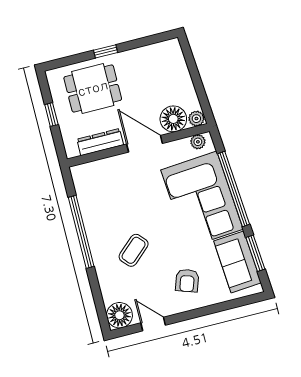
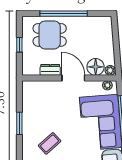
window: (106, 51) -> (64, 14), width x3.17
dresser: (100, 142) -> (50, 70), width x0.70
window: (81, 232) -> (19, 123), width x0.47

